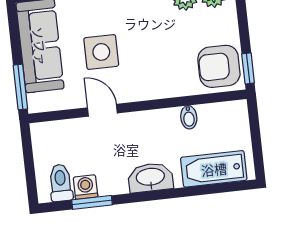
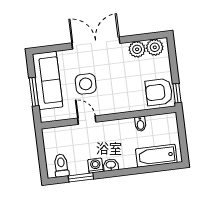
window: (20, 87) -> (34, 92), moved
washbasin: (150, 178) -> (111, 165), width x0.52, depth x0.69
washing machine: (85, 187) -> (95, 166), moved

